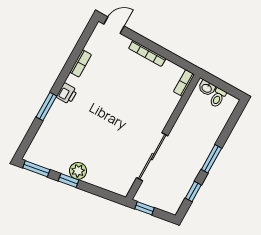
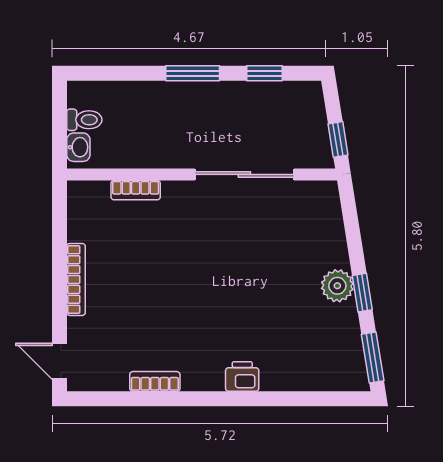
bookcase: (184, 83) -> (136, 190), moved
printer: (67, 94) -> (242, 376), moved
window: (46, 106) -> (259, 399), removed

